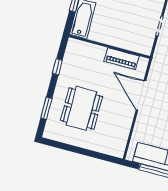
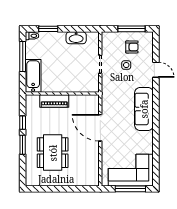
piano: (122, 59) -> (54, 101), moved
window: (46, 108) -> (23, 145), moved

